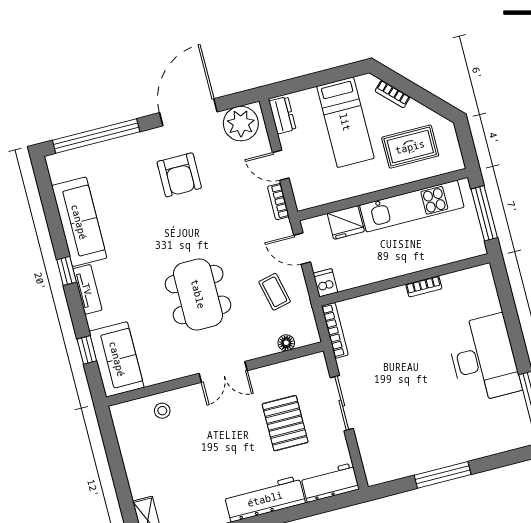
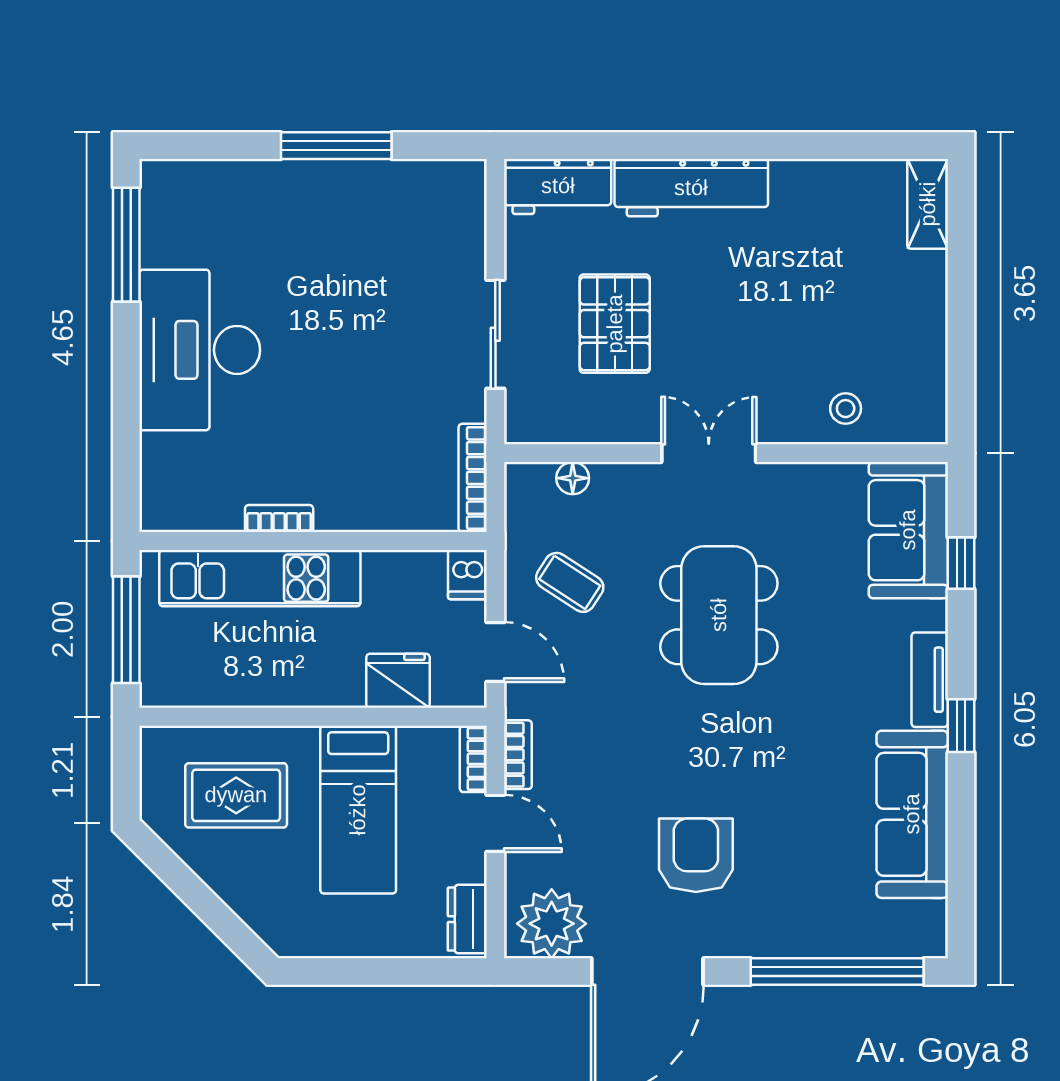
bookcase: (393, 94) -> (473, 759), moved, turned -135
bed: (345, 122) -> (358, 810), moved, turned 180
kitchen unit: (412, 206) -> (260, 578), moved, turned 180
coffee table: (275, 292) -> (570, 582), turned -44

